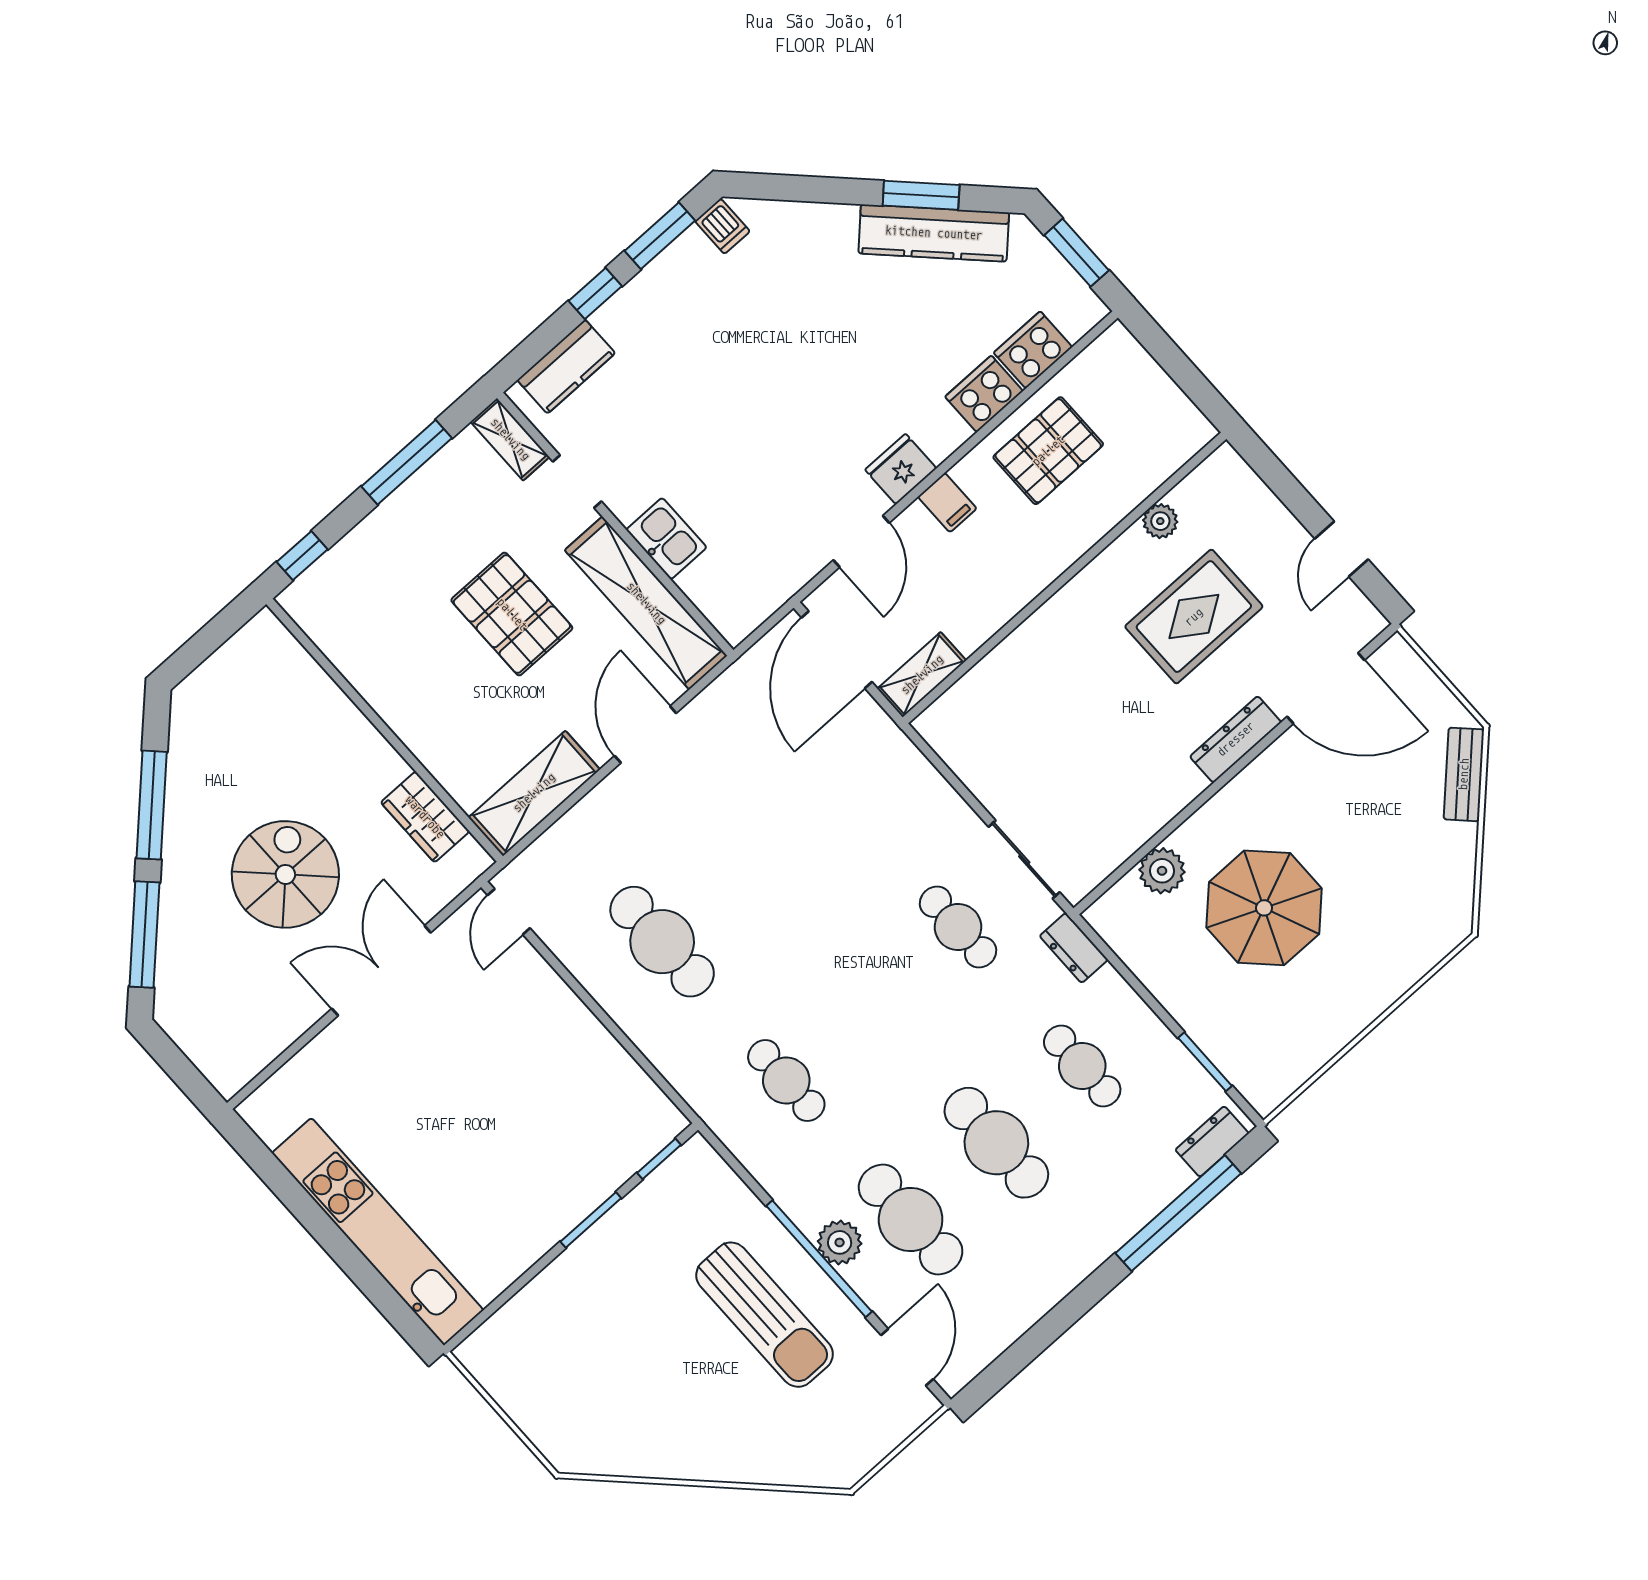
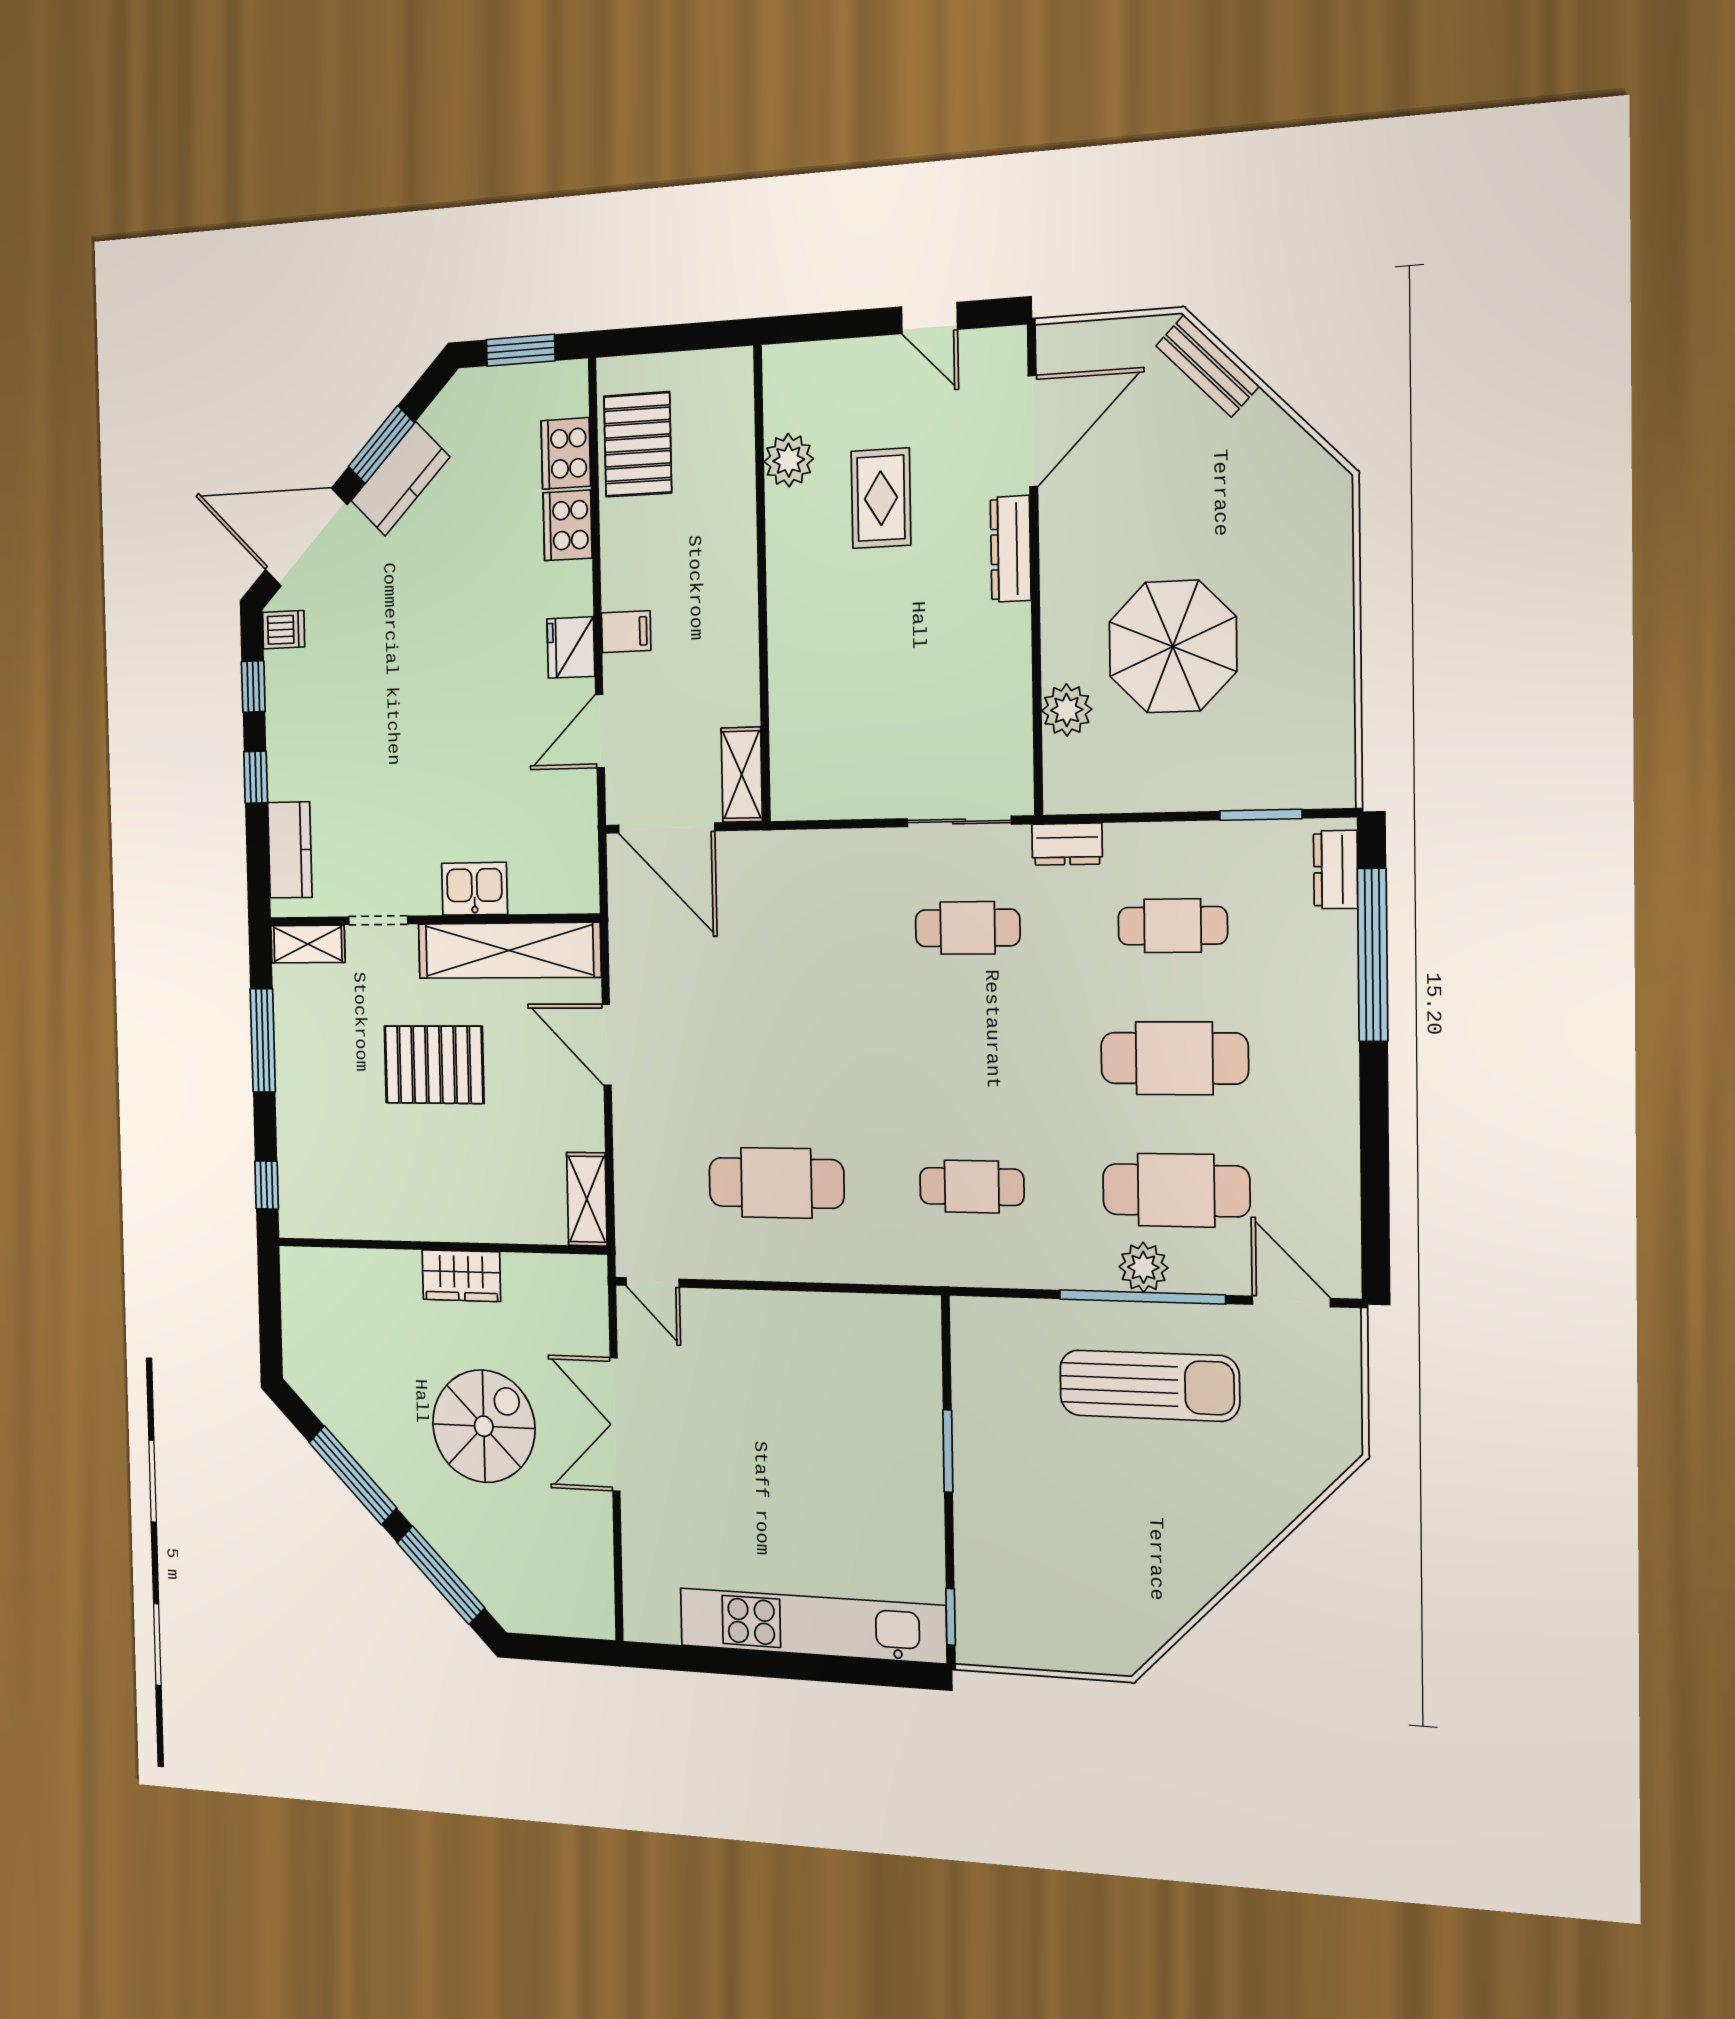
door: (805, 189) -> (306, 537), added
kitchen counter: (934, 233) -> (400, 479), width x0.67
window: (660, 236) -> (253, 687), width x0.67
pallet: (1048, 451) -> (638, 444), moved
plant: (1160, 521) -> (789, 460), width x1.38, depth x1.38
door: (861, 541) -> (600, 731), swing flipped
rug: (1194, 617) -> (881, 498), width x0.73, depth x0.70
shelving: (534, 793) -> (587, 1199), width x0.67, depth x0.75
wardrobe: (425, 817) -> (461, 1276), moved
spiral stairs: (285, 874) -> (484, 1426), turned 90
window: (659, 1159) -> (951, 1617), moved

